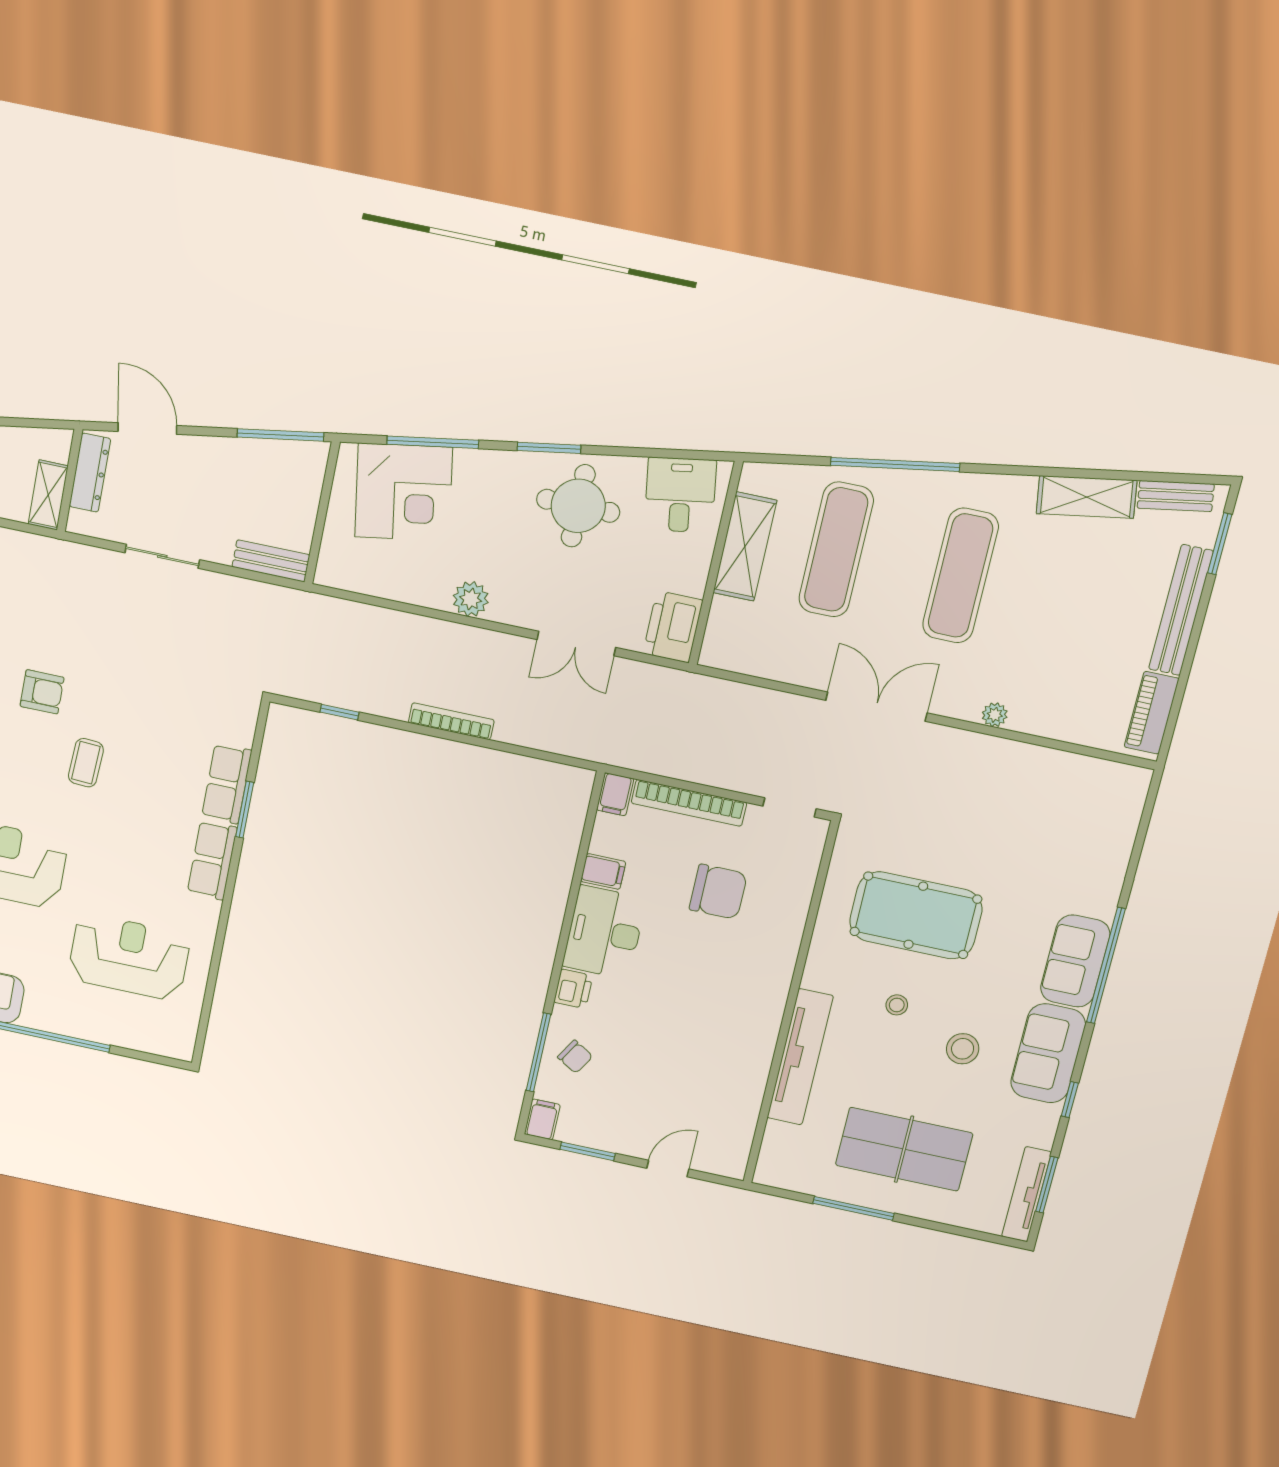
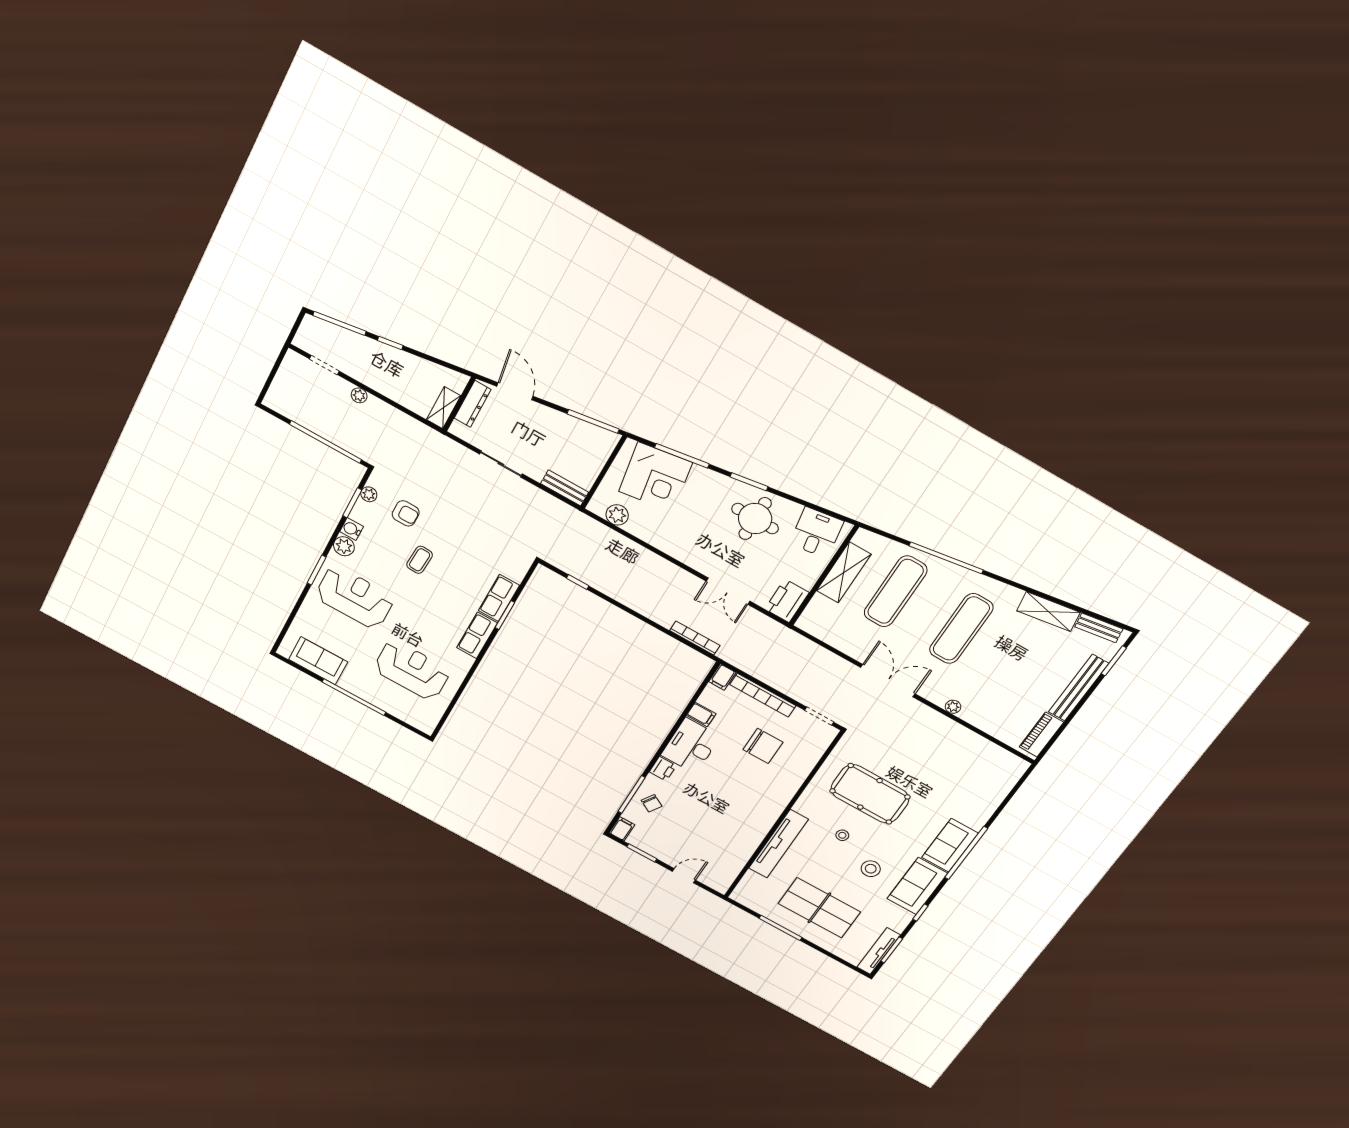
plant: (471, 599) -> (617, 515), moved
bookcase: (451, 721) -> (695, 638), moved

